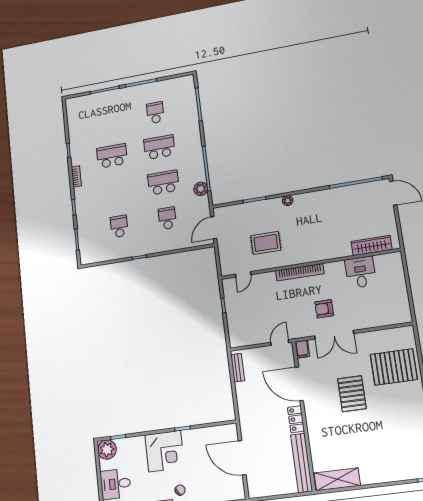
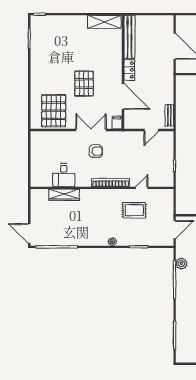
wardrobe: (372, 245) -> (64, 195), moved
door: (243, 274) -> (142, 188), moved
door: (280, 343) -> (151, 130), moved
pallet: (394, 367) -> (54, 111), moved, turned 90

